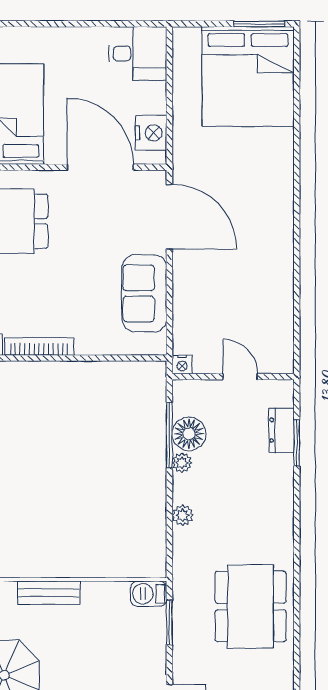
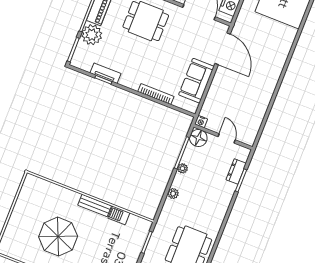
bookcase: (39, 347) -> (156, 94), moved
floor lamp: (189, 434) -> (198, 138), moved
barbecue: (149, 594) -> (119, 215), moved

